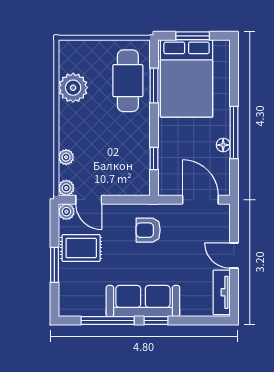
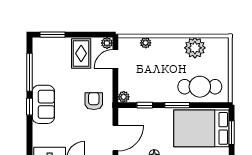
window: (154, 86) -> (177, 105), moved
plant: (66, 188) -> (124, 97), moved
window: (54, 265) -> (52, 35), moved
sofa: (143, 301) -> (43, 104), width x0.73

